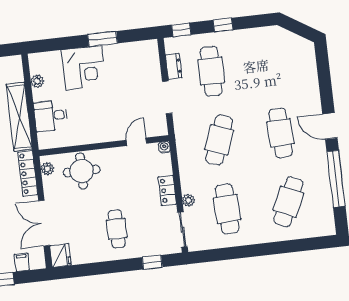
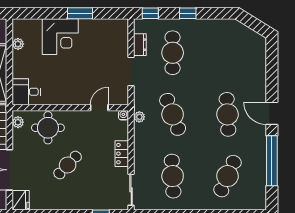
desk: (51, 116) -> (26, 92), moved
cafe table: (219, 140) -> (173, 114), turned -42
plant: (188, 200) -> (139, 117), moved
cafe table: (117, 229) -> (68, 165), moved, turned 44

